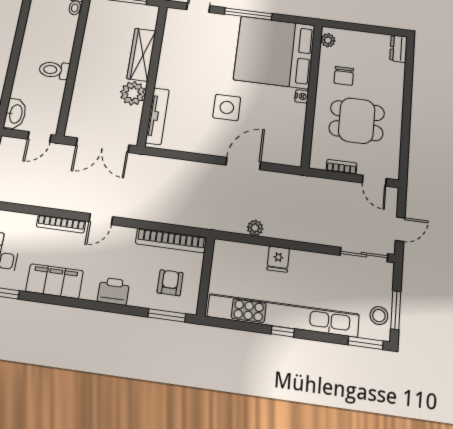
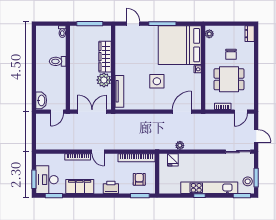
toilet: (54, 70) -> (58, 61), moved
chair: (344, 76) -> (231, 54), moved
double door: (103, 145) -> (92, 112), swing flipped
door: (243, 164) -> (182, 112), moved
door: (374, 181) -> (241, 112), hinge flipped
door: (101, 219) -> (98, 152), hinge flipped
door: (400, 229) -> (256, 136), hinge flipped
fridge: (278, 259) -> (173, 160), moved
kitchen unit: (283, 315) -> (209, 188), width x0.73

